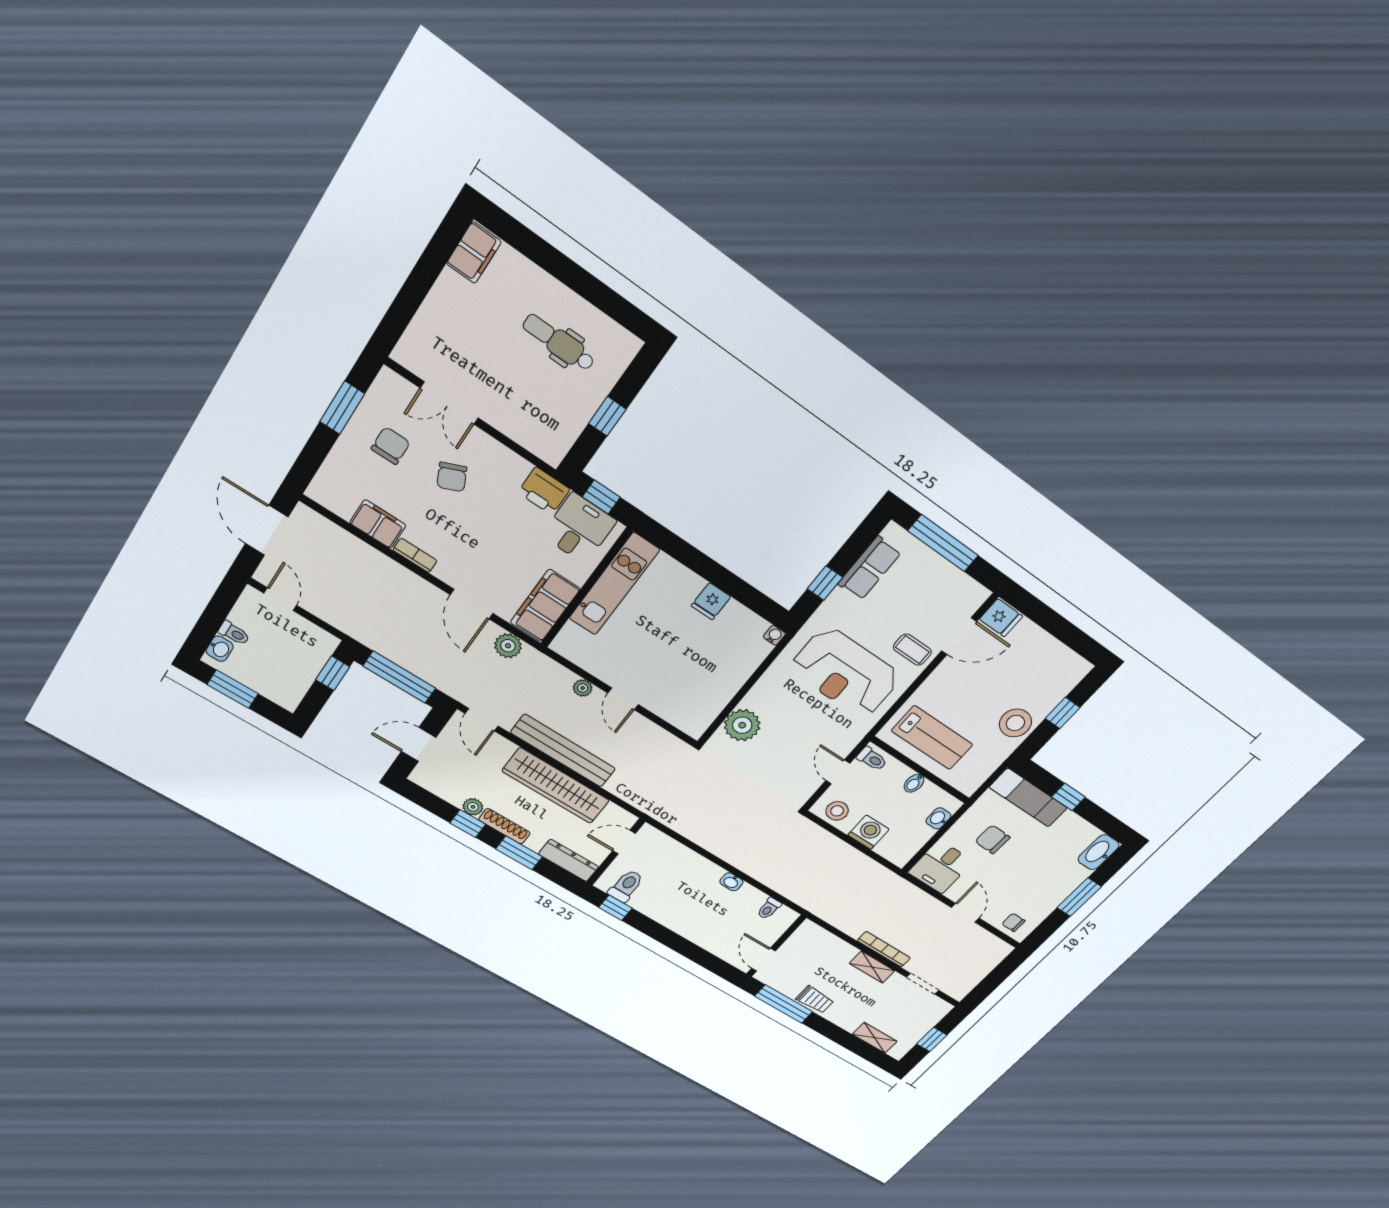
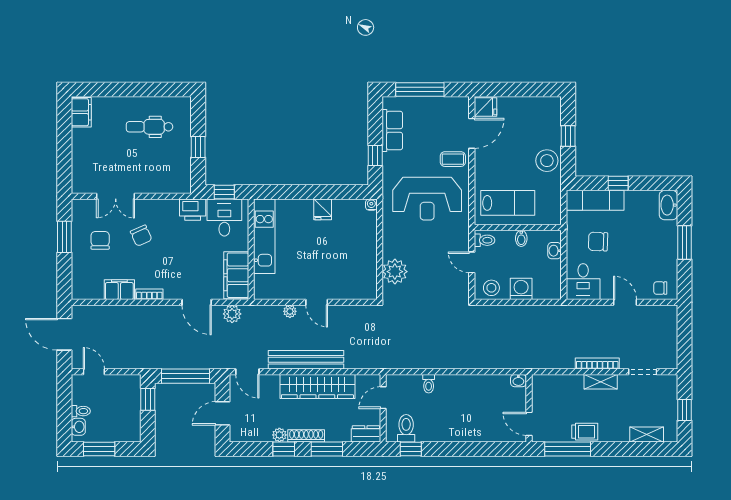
dresser: (569, 860) -> (366, 434), width x0.70
washbasin: (731, 882) -> (518, 381), moved
toilet: (769, 908) -> (429, 384), moved

